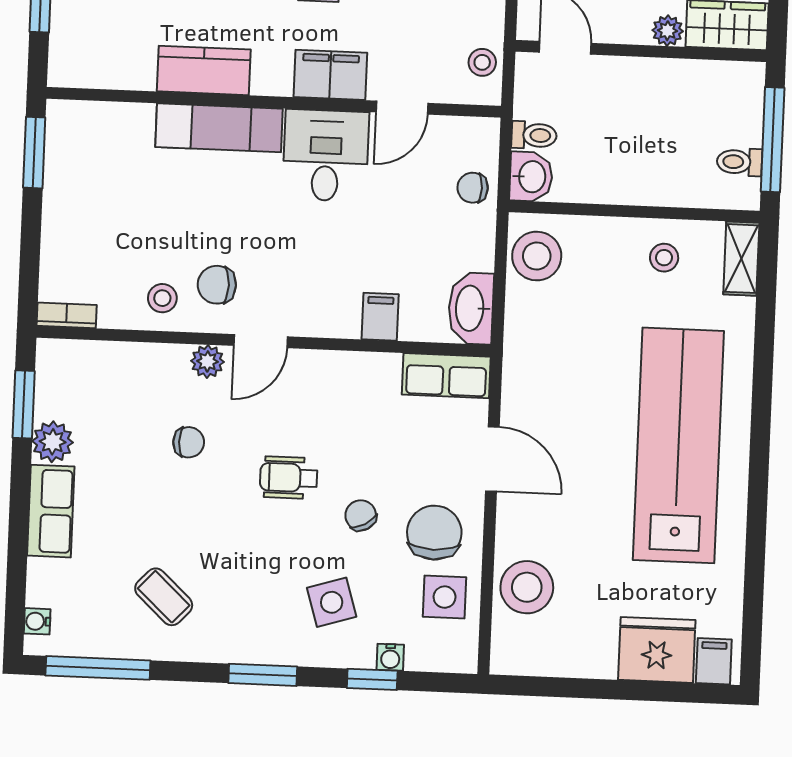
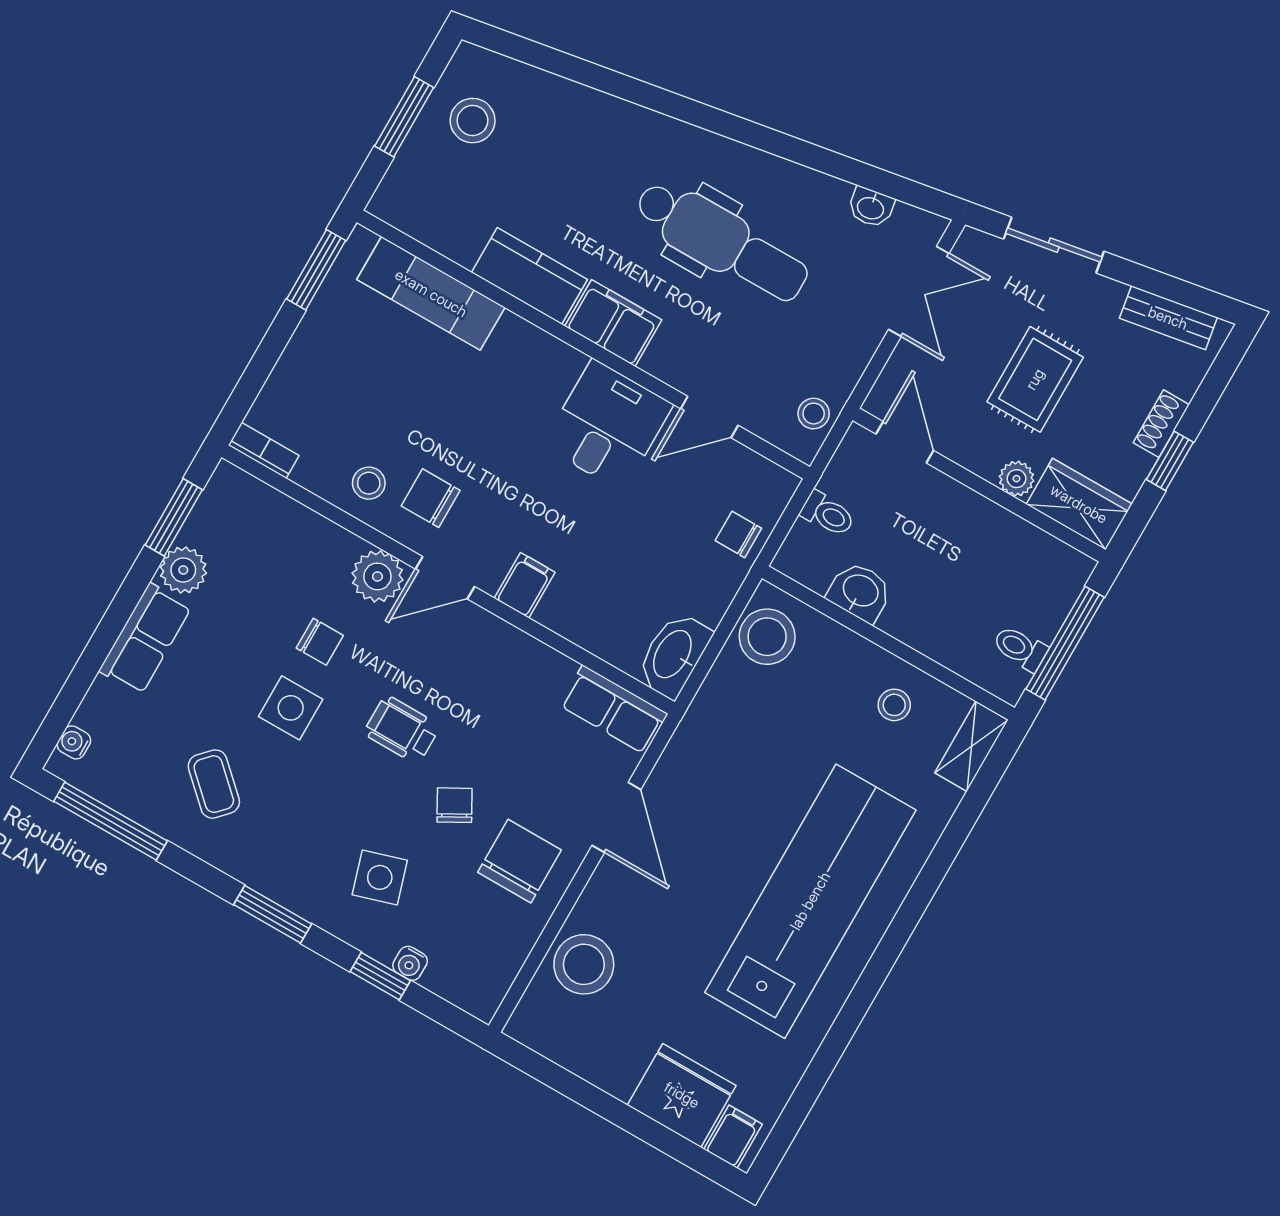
filing cabinet: (330, 75) -> (613, 323), moved
exam couch: (219, 128) -> (431, 293), moved
washbasin: (531, 177) -> (860, 592), moved, turned -90
filing cabinet: (380, 317) -> (525, 585), moved
plant: (207, 361) -> (377, 576), width x1.38, depth x1.38
side table: (445, 597) -> (291, 708), moved

